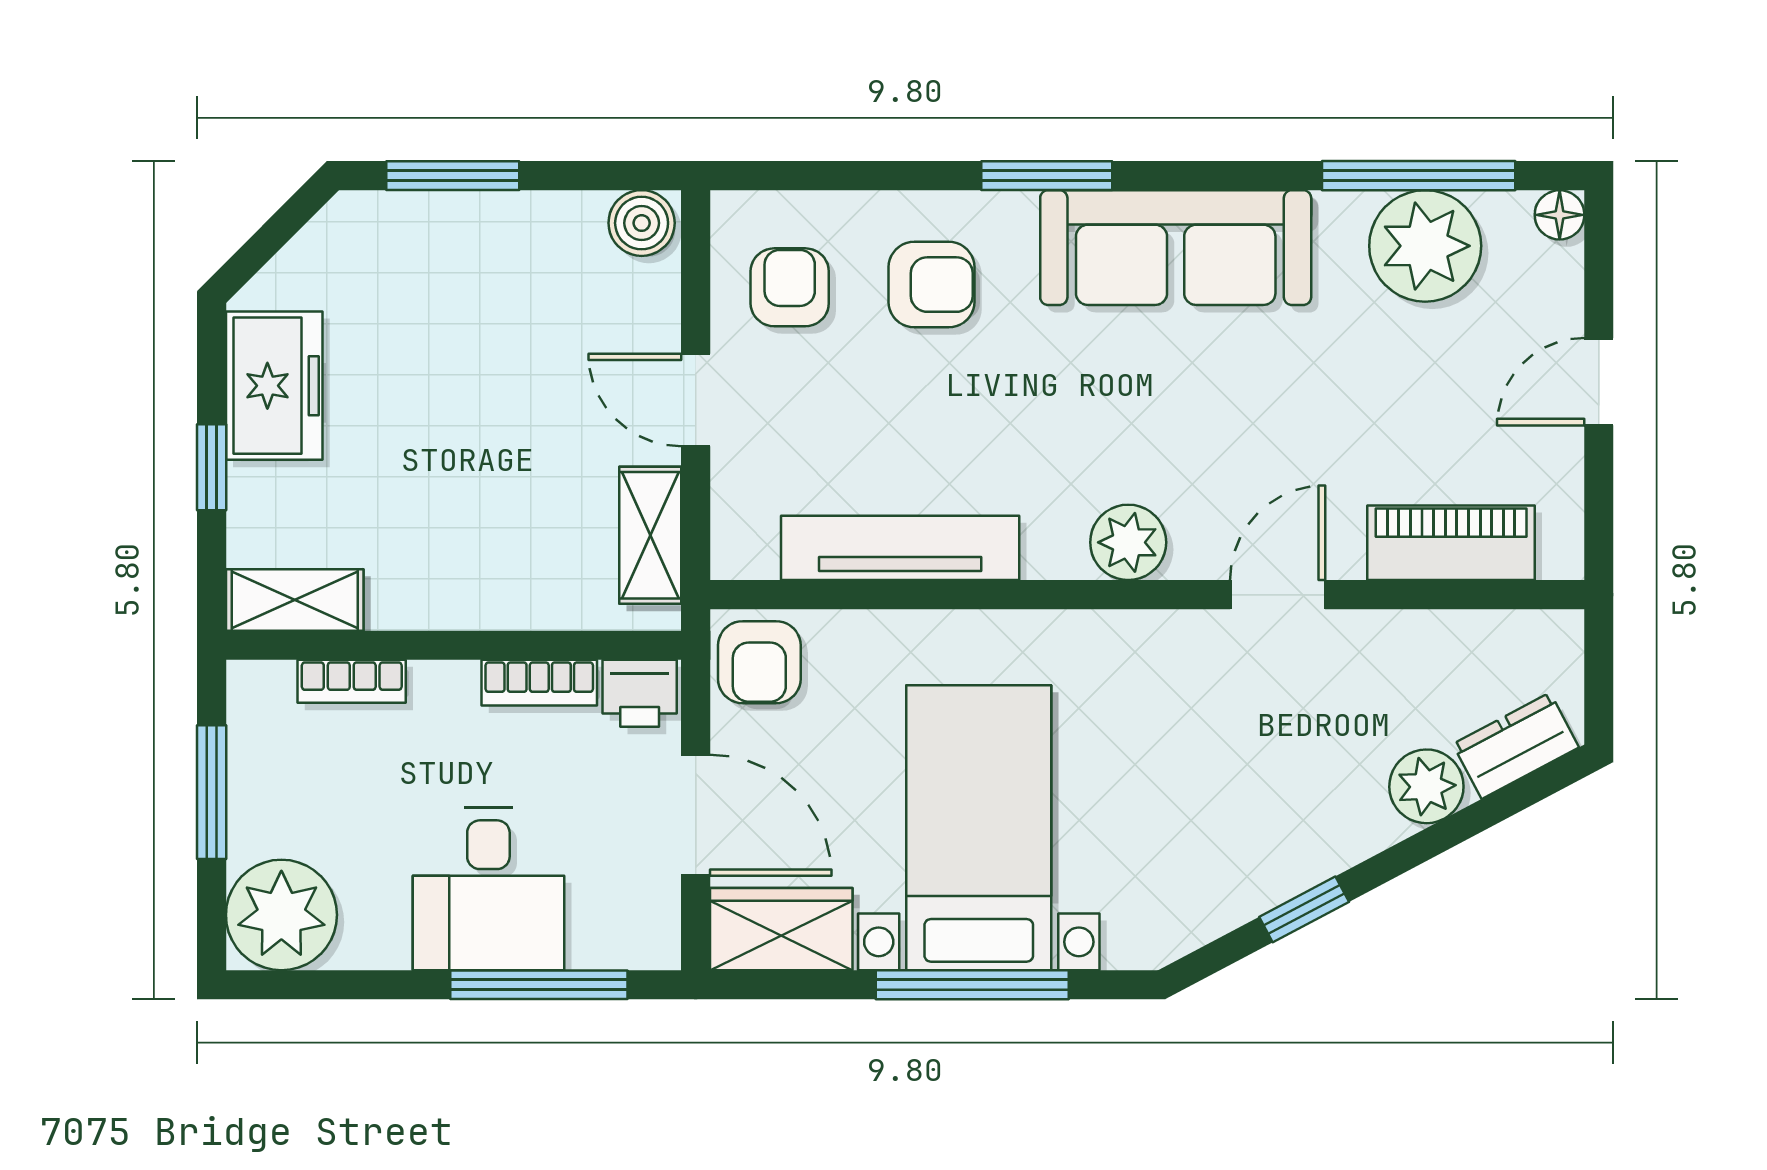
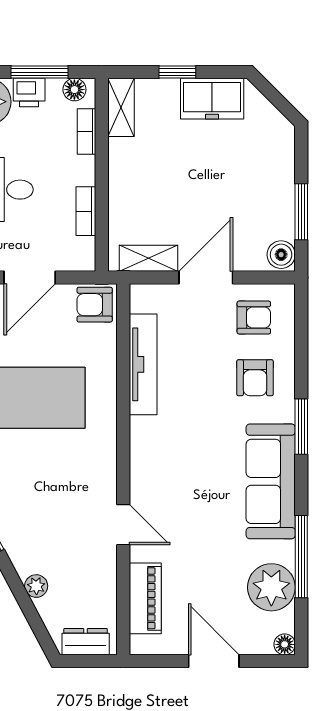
window: (453, 176) -> (301, 212), moved
window: (1419, 176) -> (301, 557), moved
door: (1599, 382) -> (214, 661), width x1.38
door: (696, 400) -> (206, 278), width x1.38
plant: (1128, 542) -> (146, 461), removed
printer: (640, 693) -> (29, 92), moved, turned -90
floor lamp: (253, 710) -> (74, 90), added
dresser: (1516, 746) -> (86, 642), moved, turned -62
plant: (1426, 786) -> (36, 586), width x0.73, depth x0.73

